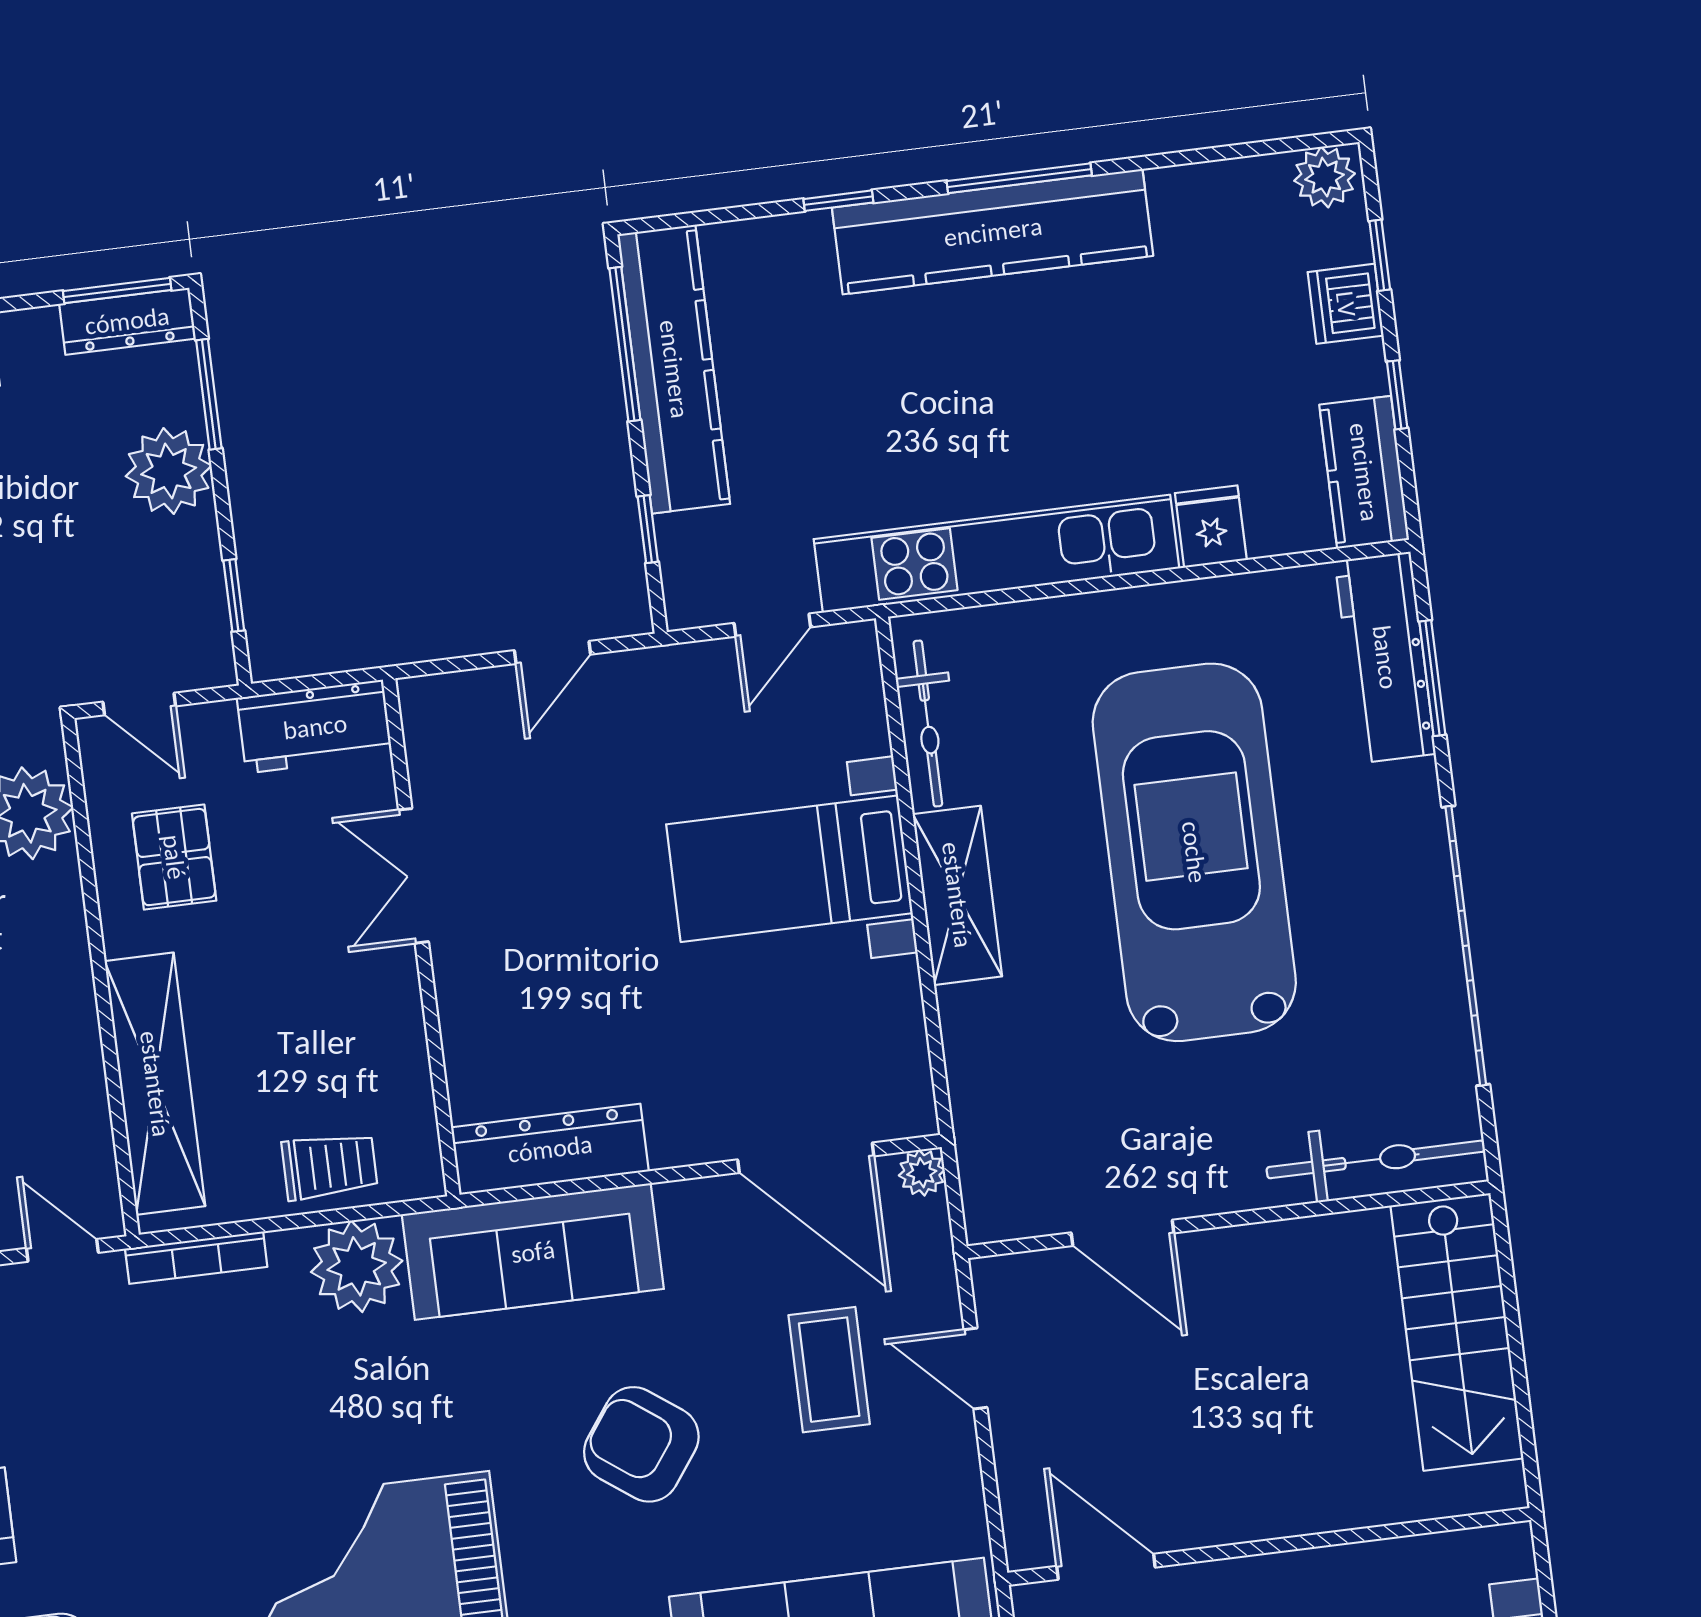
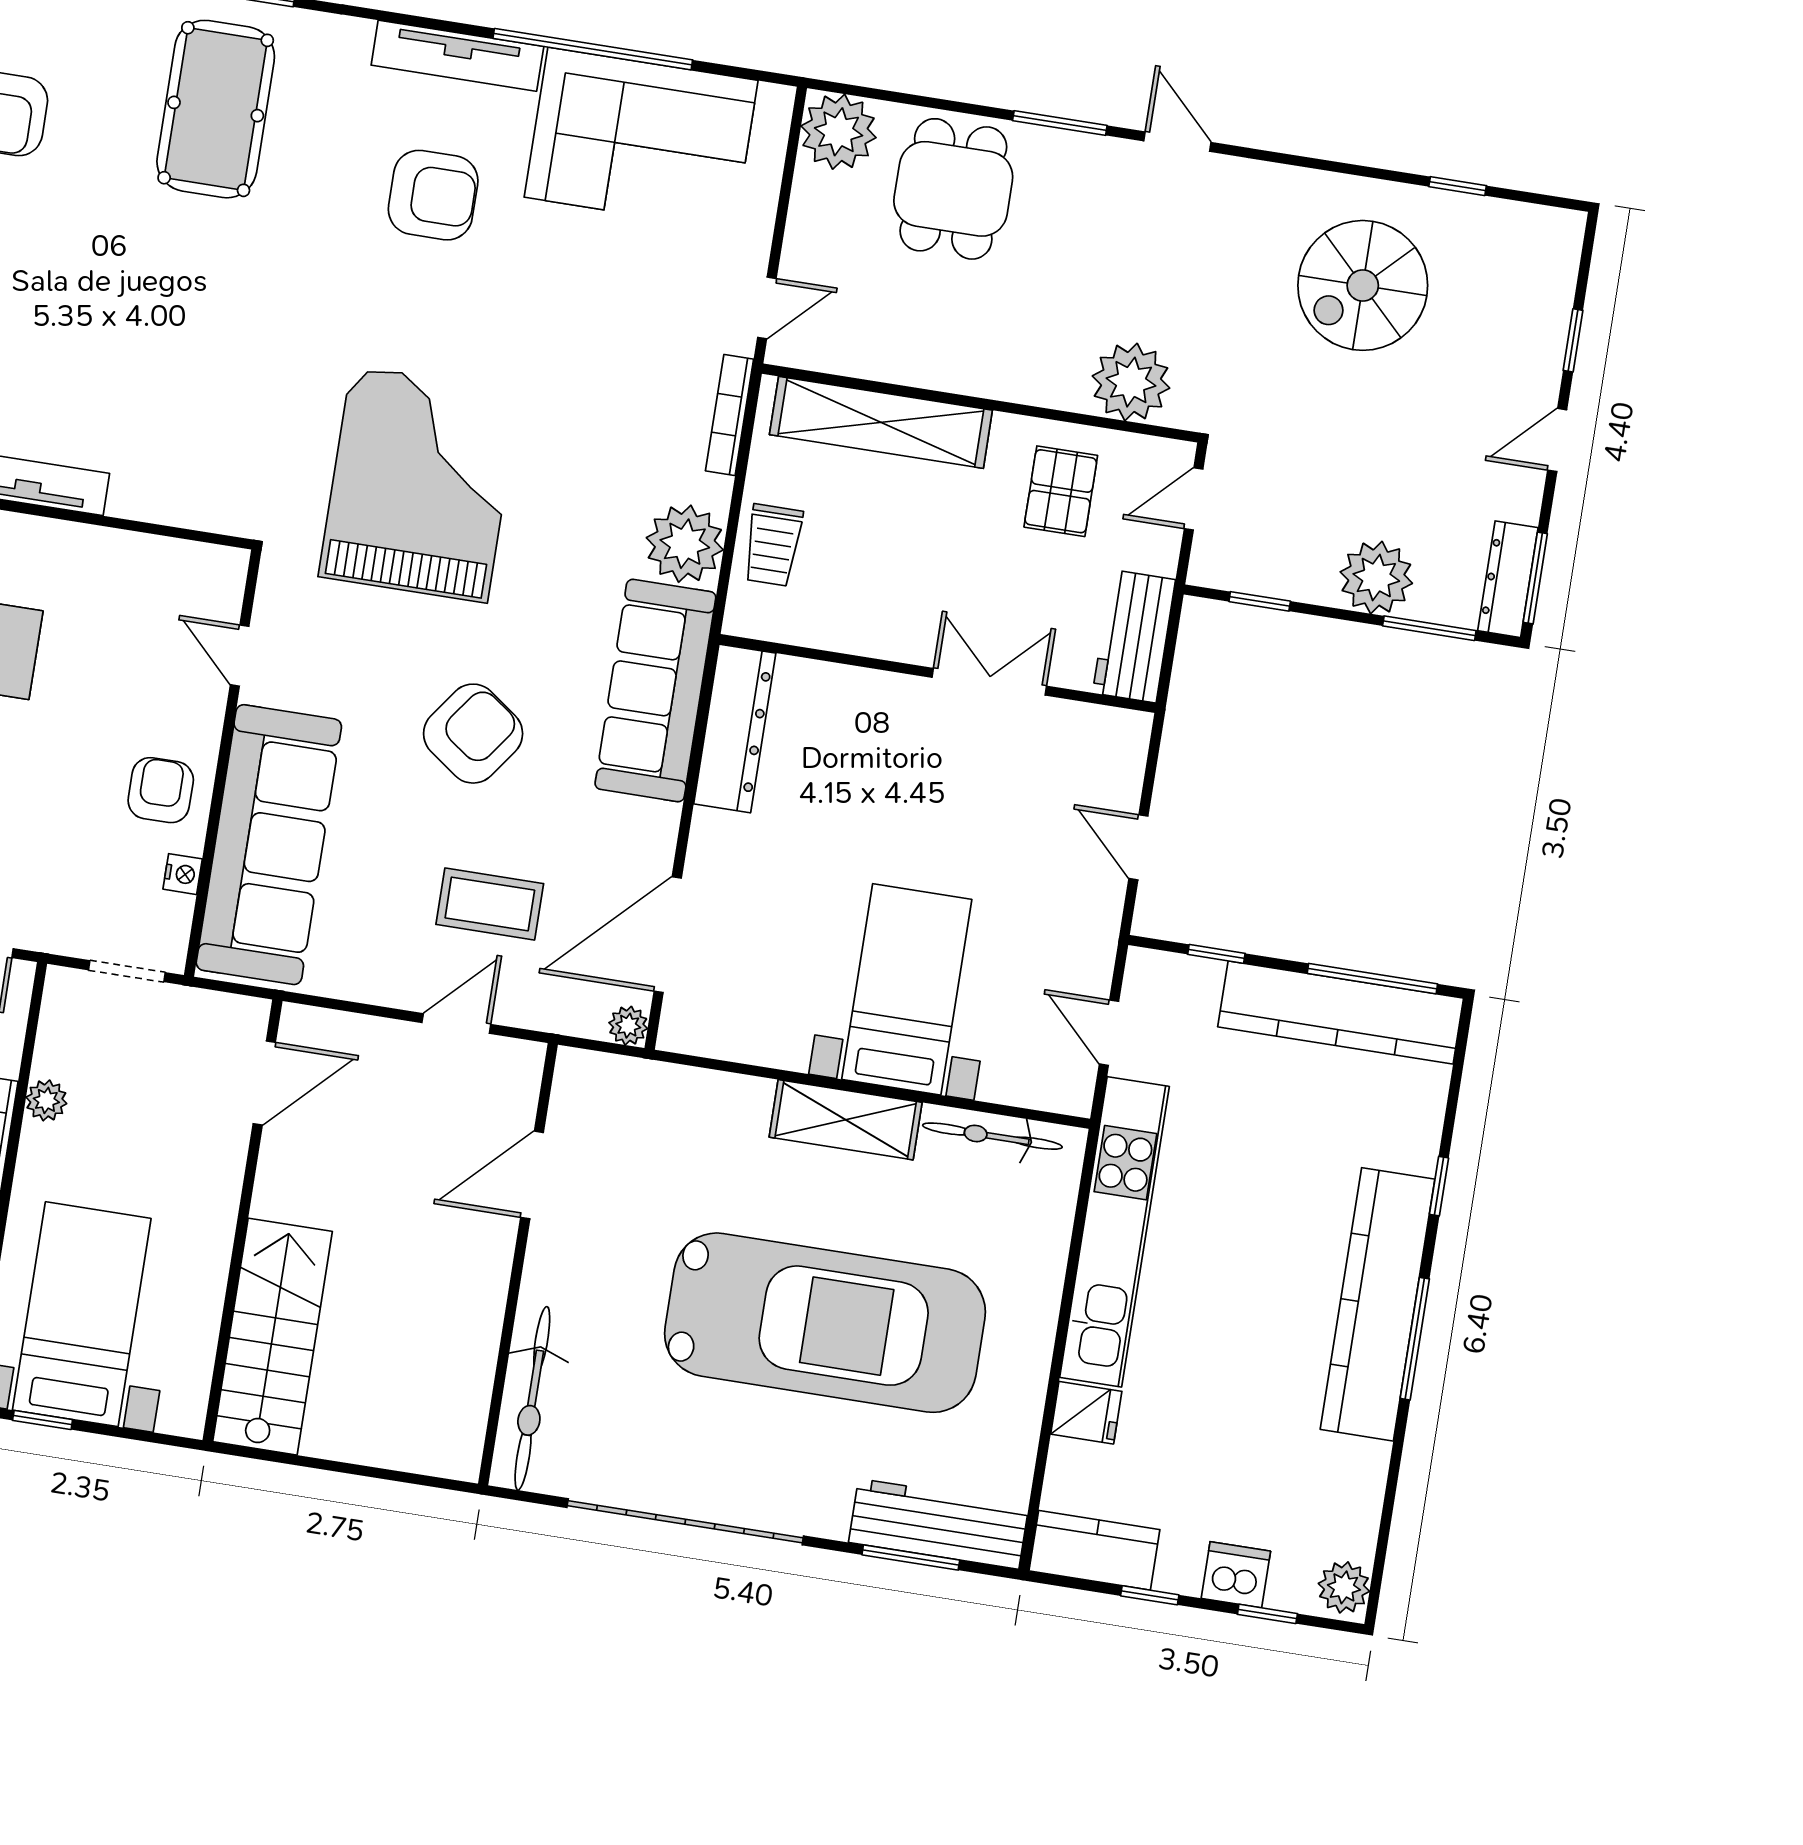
pallet: (174, 857) -> (1061, 491), turned 90
stairs: (1457, 1332) -> (273, 1337), moved, turned 90

